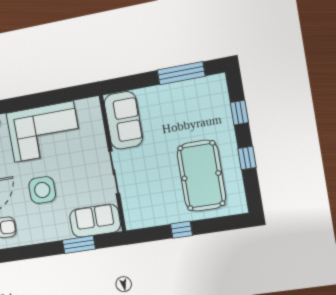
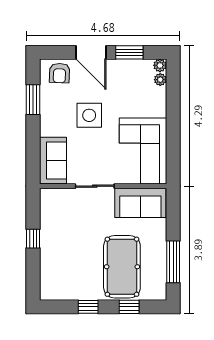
corner sofa: (44, 132) -> (143, 151), moved
pool table: (201, 176) -> (122, 267), moved, turned 90
window: (79, 245) -> (33, 100), moved

